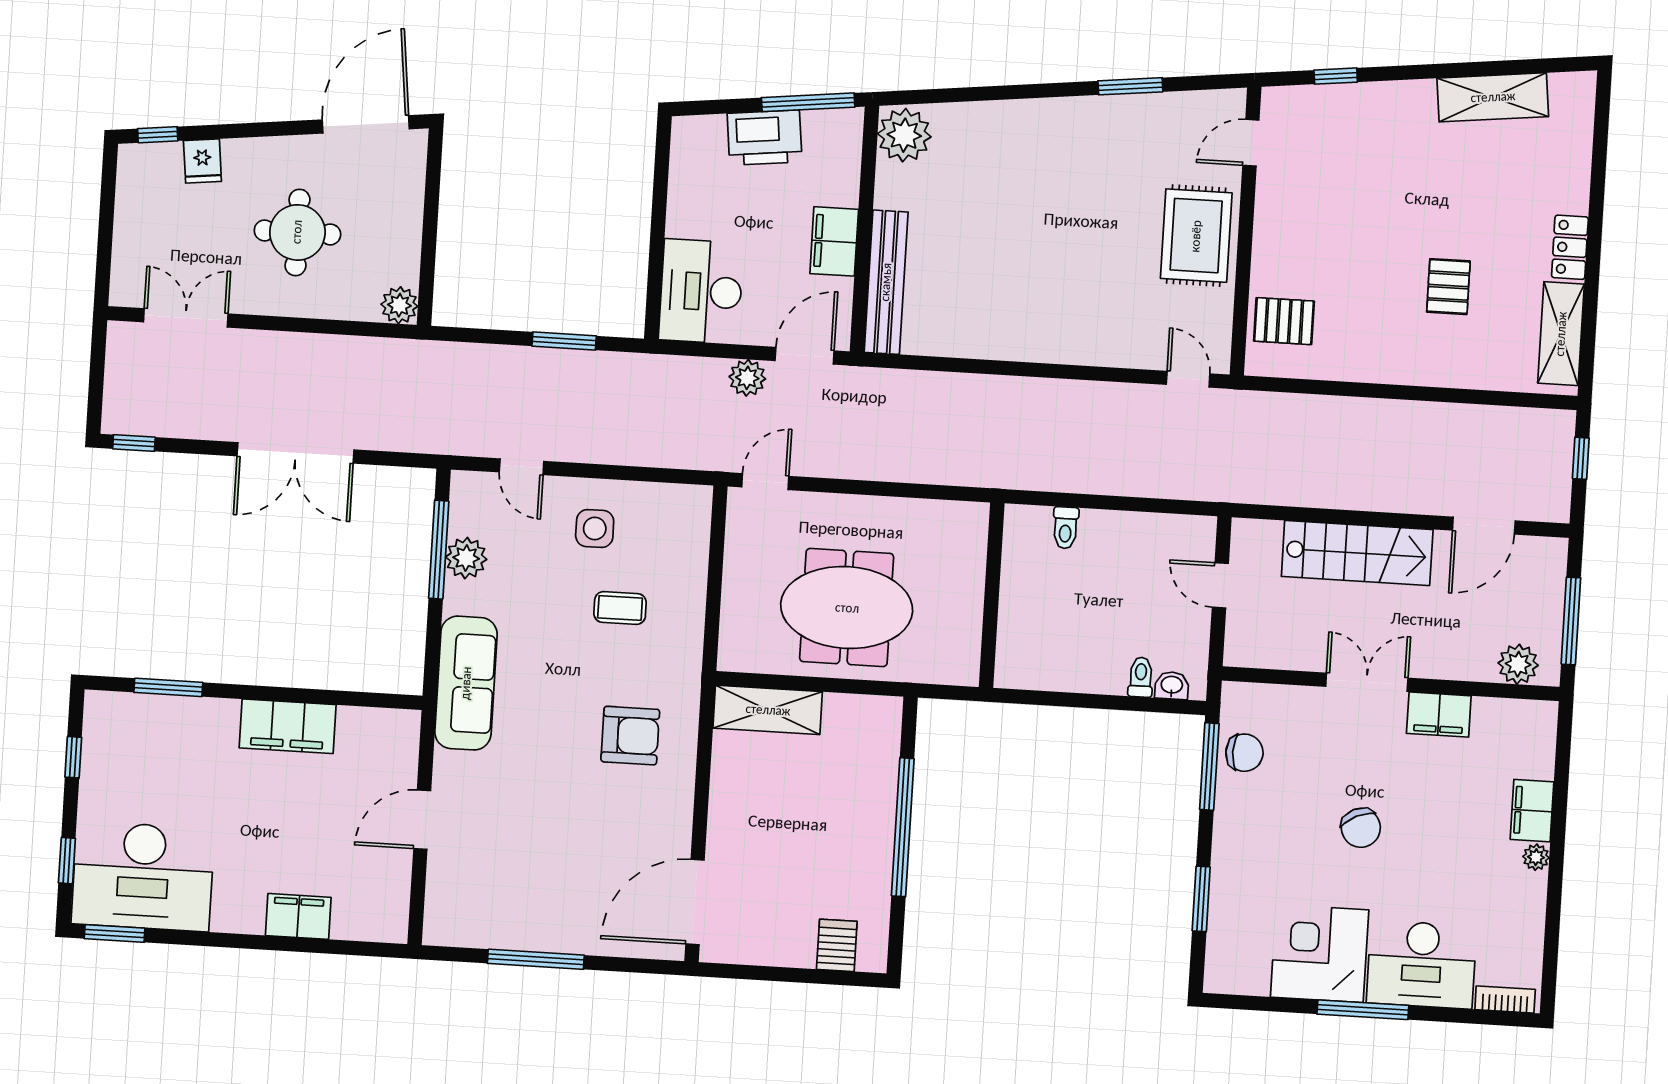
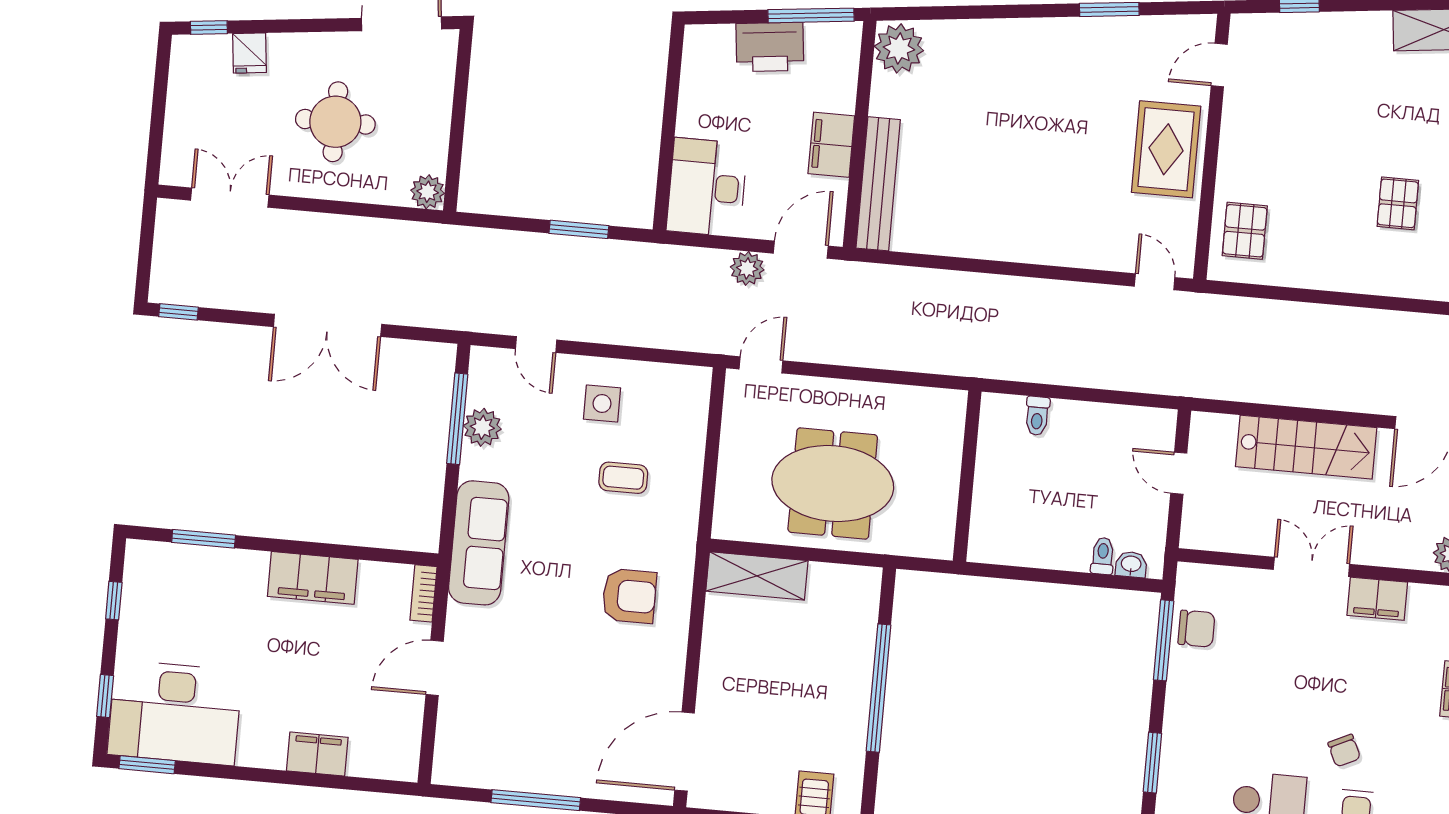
pallet: (1284, 321) -> (1245, 231), turned 90
bookcase: (408, 739) -> (424, 593), added
chair: (1361, 828) -> (1344, 751), moved, width x0.73, depth x0.73

